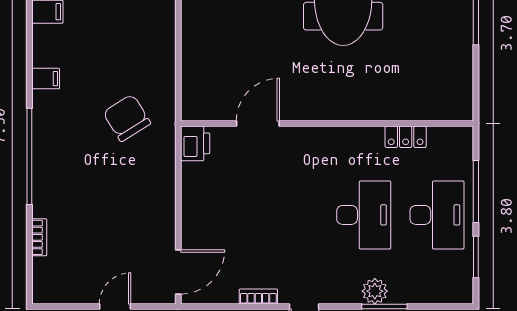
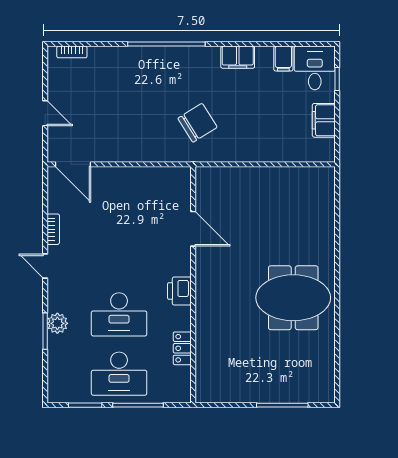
filing cabinet: (46, 79) -> (238, 57), width x2.00
printer: (195, 143) -> (179, 291), moved, turned 90
bookcase: (39, 237) -> (72, 52), moved

